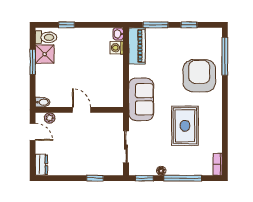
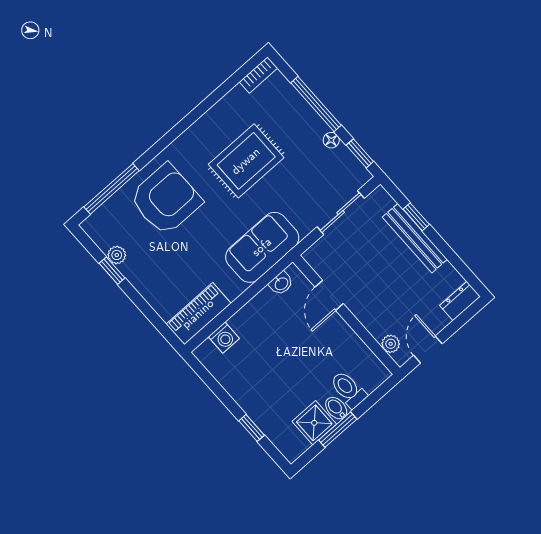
window: (156, 25) -> (150, 314), removed
plant: (194, 33) -> (117, 255), added
washbasin: (118, 34) -> (281, 283), moved
toilet: (46, 37) -> (348, 389), moved
armchair: (199, 76) -> (166, 200), turned 180
bidet: (43, 102) -> (336, 408), moved
door: (82, 110) -> (329, 295), moved
bench: (86, 169) -> (415, 238), added

